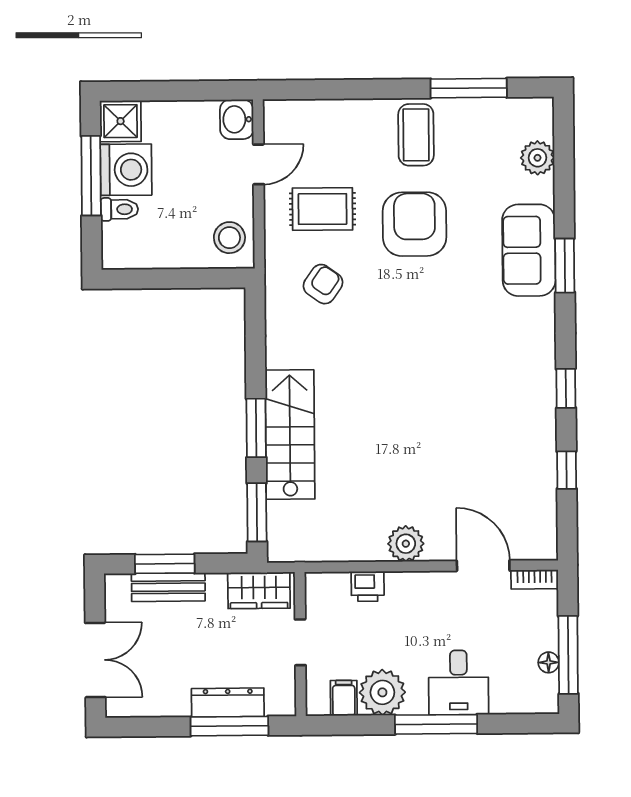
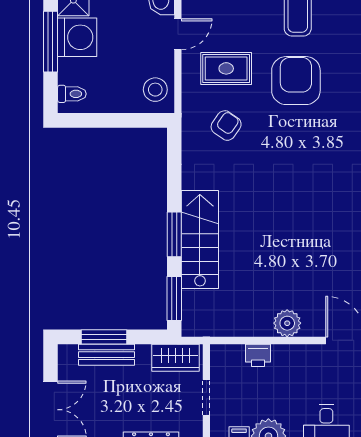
toilet: (119, 209) -> (72, 94), moved

